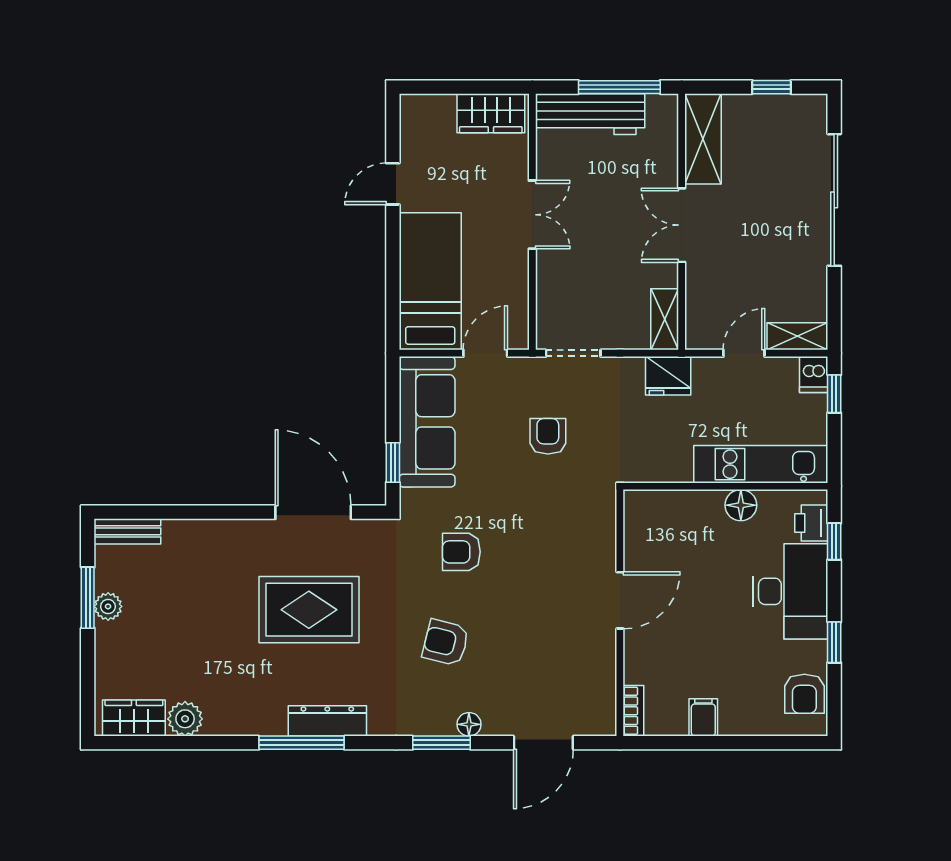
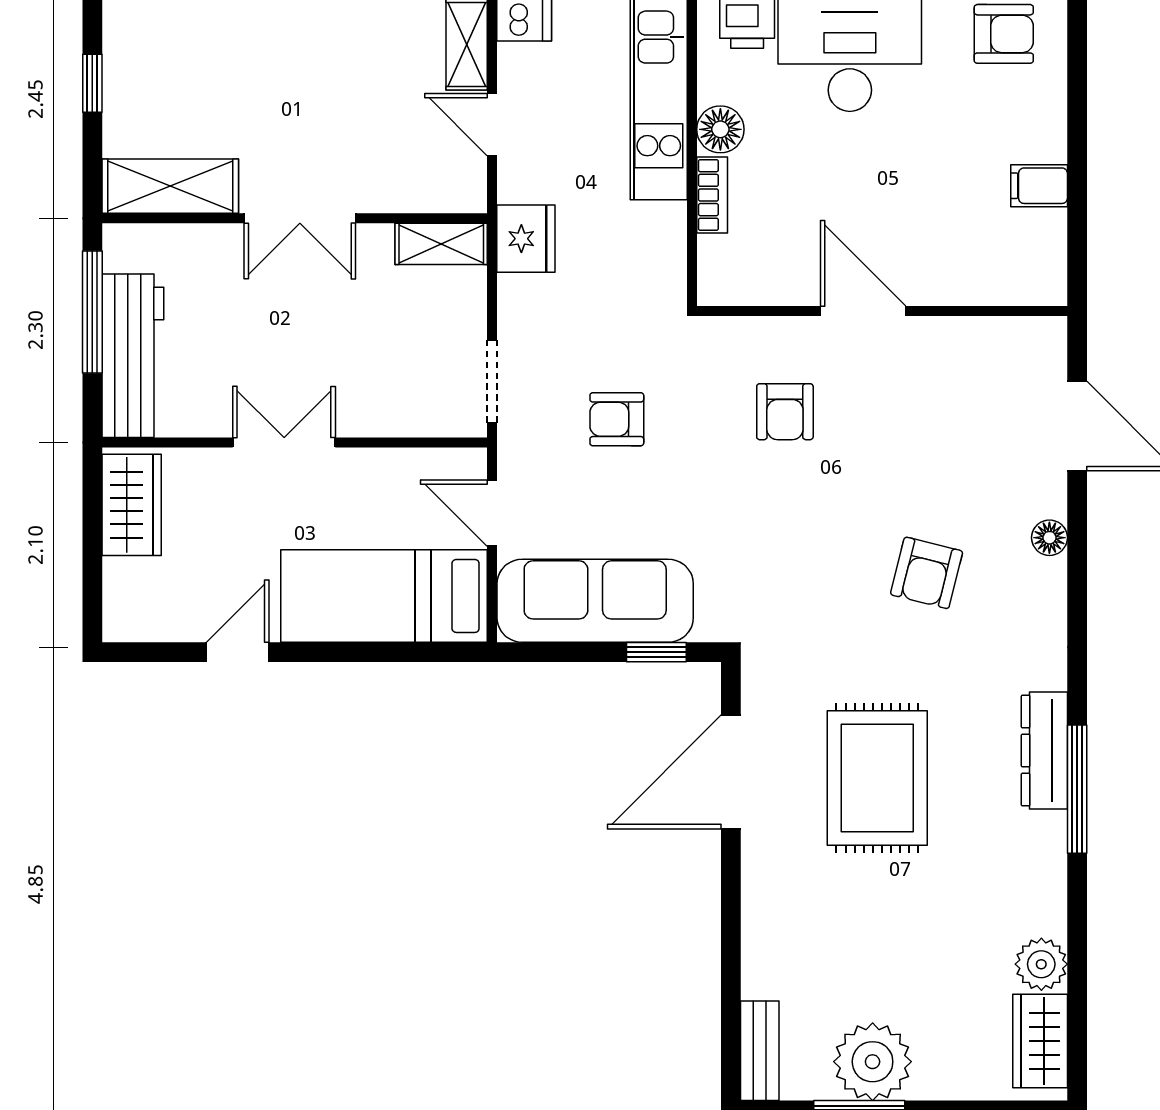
door: (393, 184) -> (238, 652), swing flipped
armchair: (461, 552) -> (785, 412), moved
plant: (108, 606) -> (873, 1062), width x1.87, depth x1.87
bookcase: (633, 711) -> (712, 195), moved, turned 90
window: (442, 743) -> (1077, 579), removed

